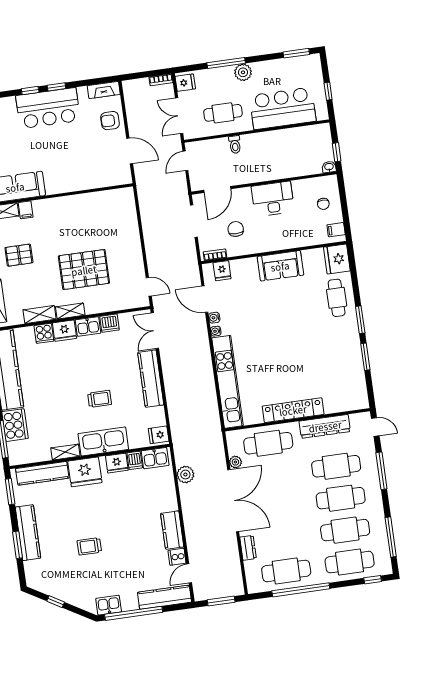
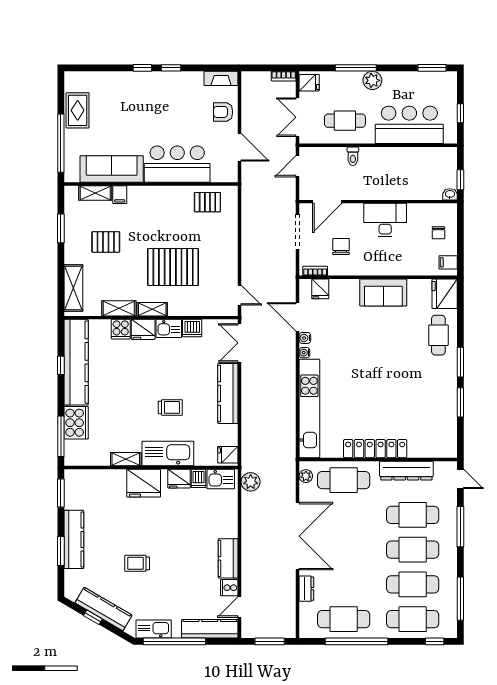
bar counter: (48, 108) -> (177, 164), moved, turned 180
pallet: (107, 205) -> (207, 202), added
plant: (235, 462) -> (306, 476), moved
kitchen counter: (42, 473) -> (104, 609), moved, turned -150
plant: (185, 475) -> (251, 482), moved
kitchen sink: (109, 605) -> (154, 629), width x1.38

